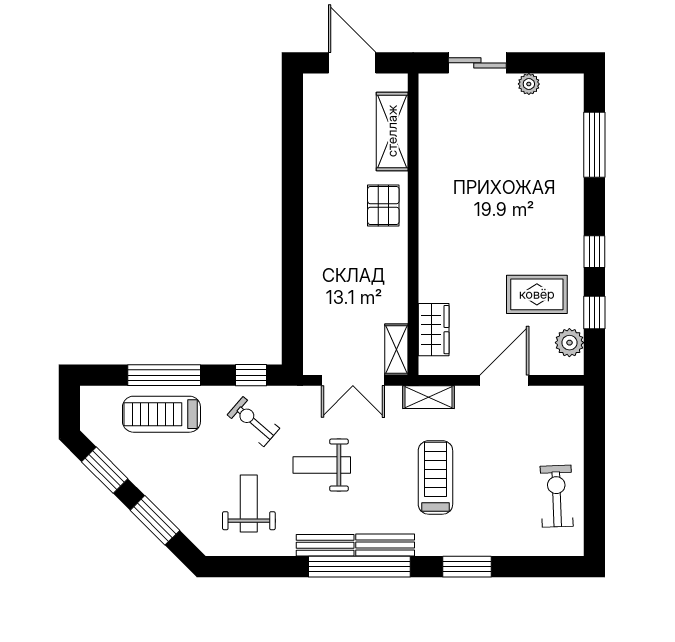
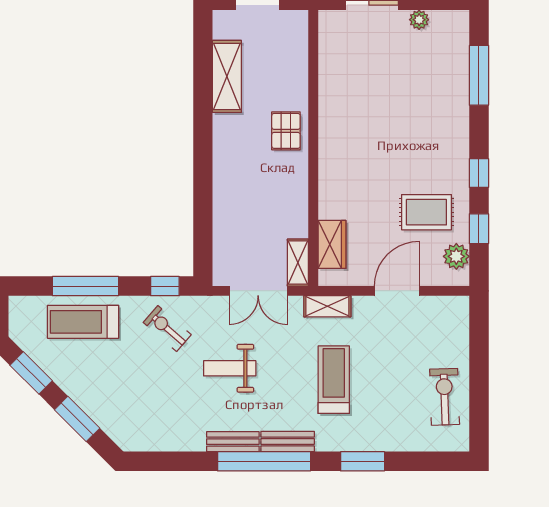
shelving: (392, 131) -> (227, 76), moved
weight bench: (249, 504) -> (163, 403), removed

